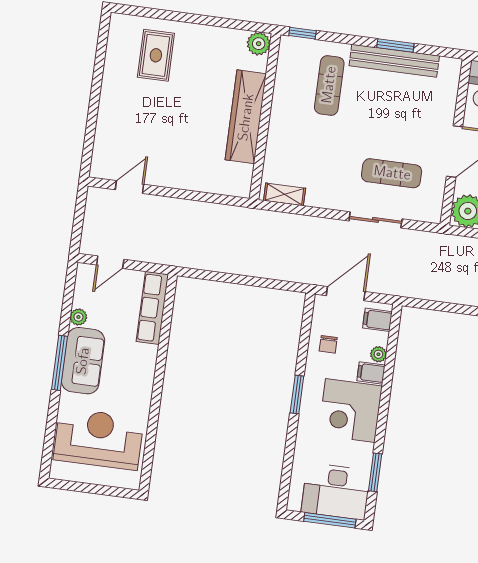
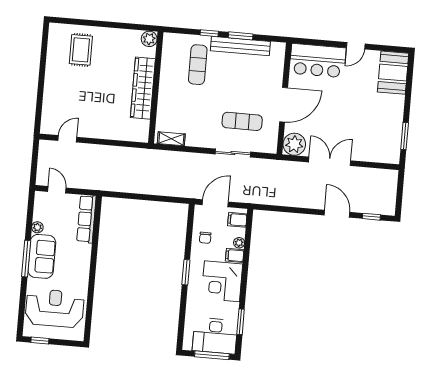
window: (302, 33) -> (209, 33), moved
door: (110, 262) -> (57, 190), swing flipped
window: (74, 486) -> (40, 341), added

